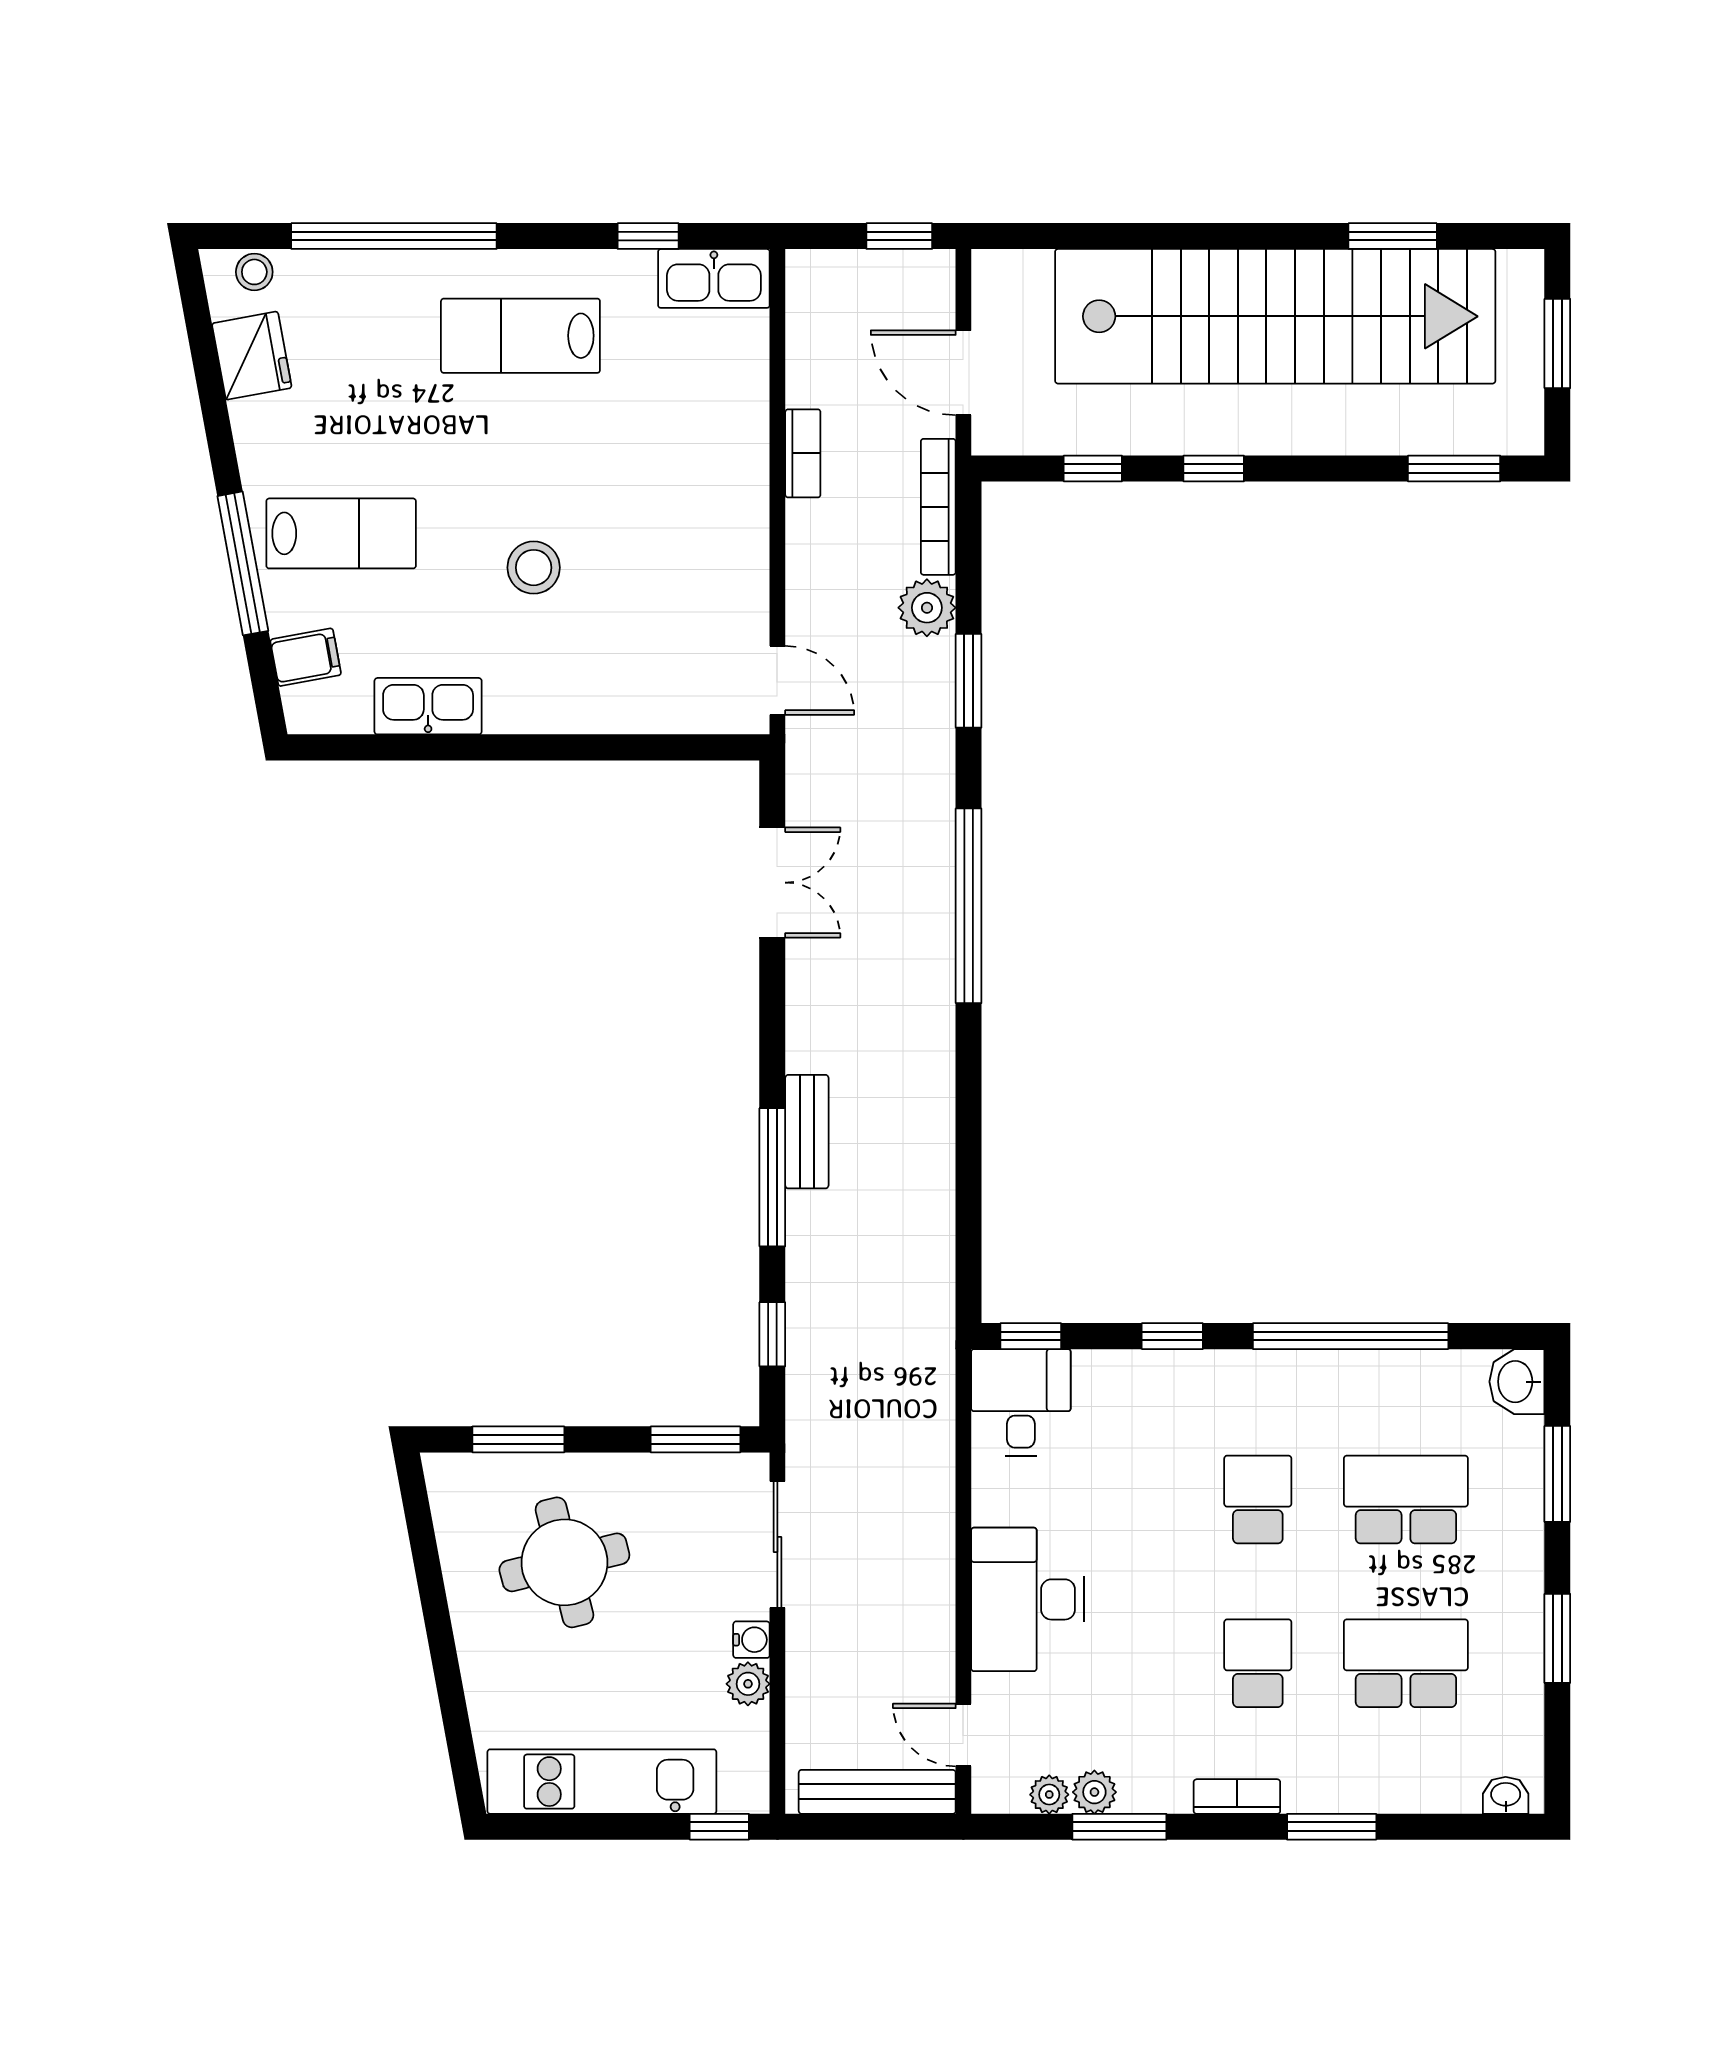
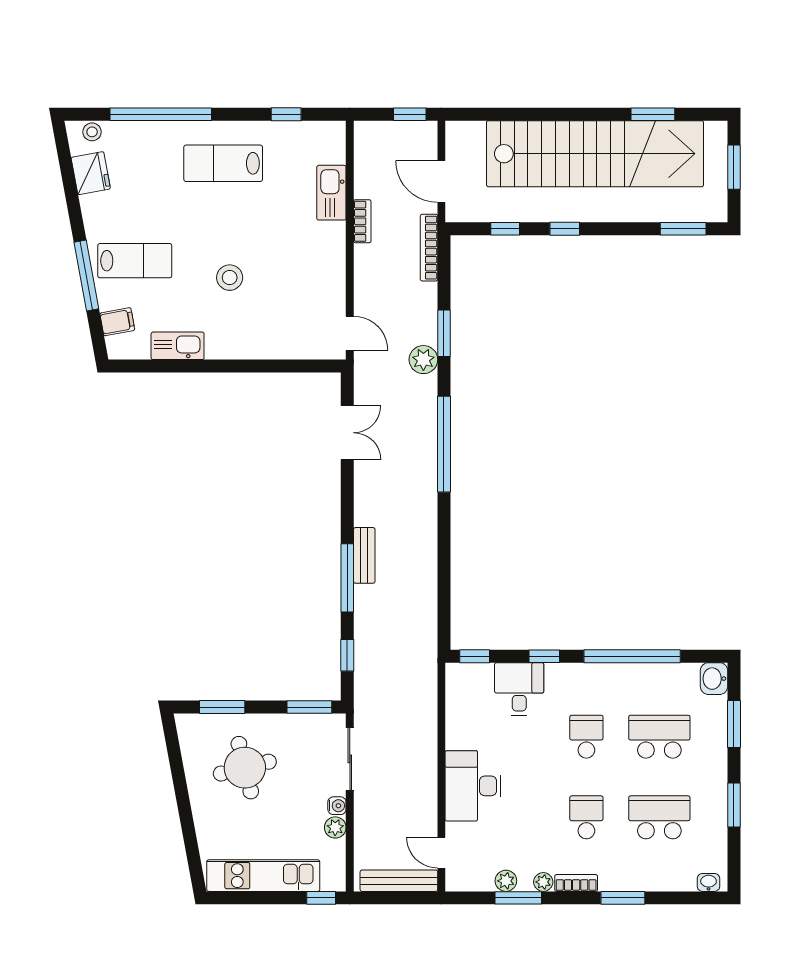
kitchen sink: (714, 278) -> (331, 193), moved, turned 90
plant: (927, 608) -> (423, 360), moved
desk: (1021, 1403) -> (519, 689), moved
plant: (1049, 1795) -> (543, 882), moved

